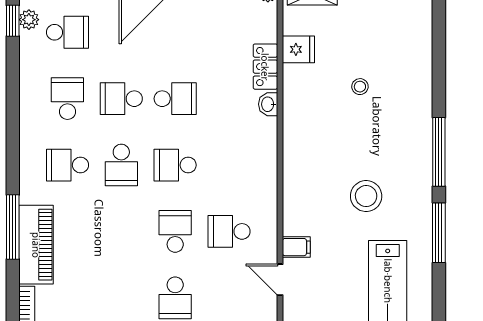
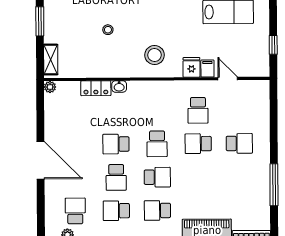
fridge: (298, 49) -> (191, 67), moved
school desk: (175, 99) -> (116, 144), turned -90
school desk: (67, 165) -> (157, 210), turned 90
stool: (366, 196) -> (154, 55), moved
door: (280, 280) -> (228, 79), swing flipped

